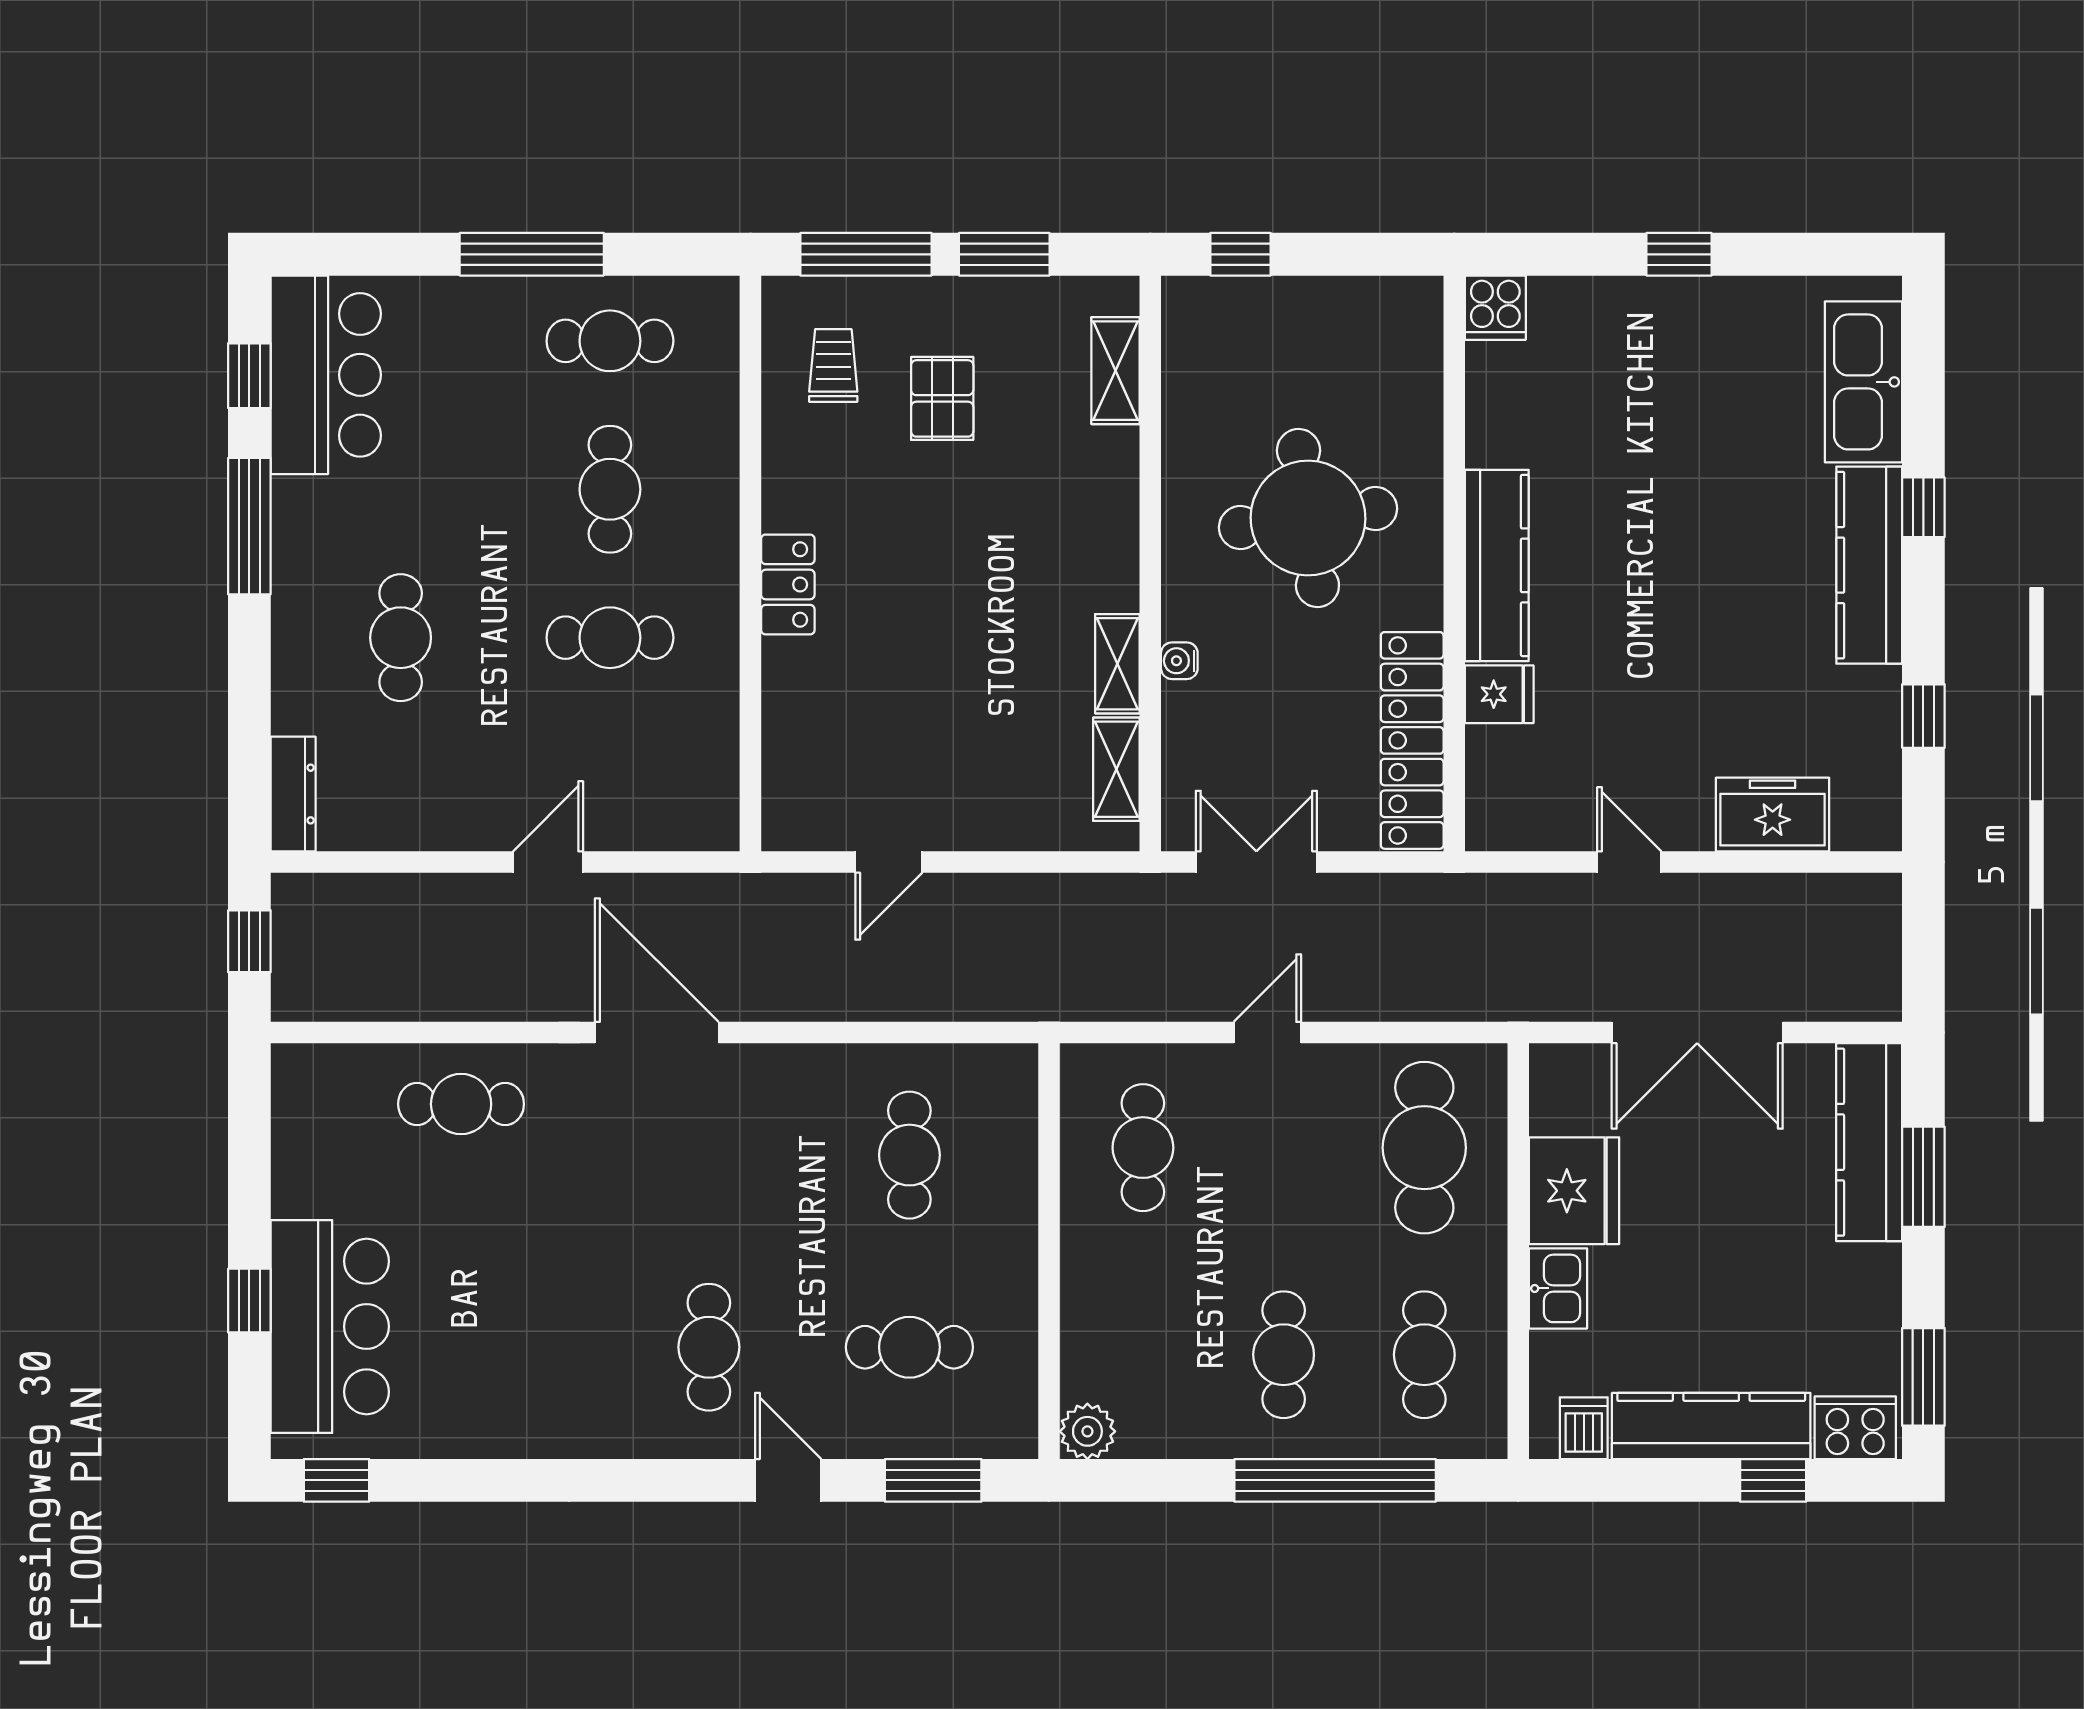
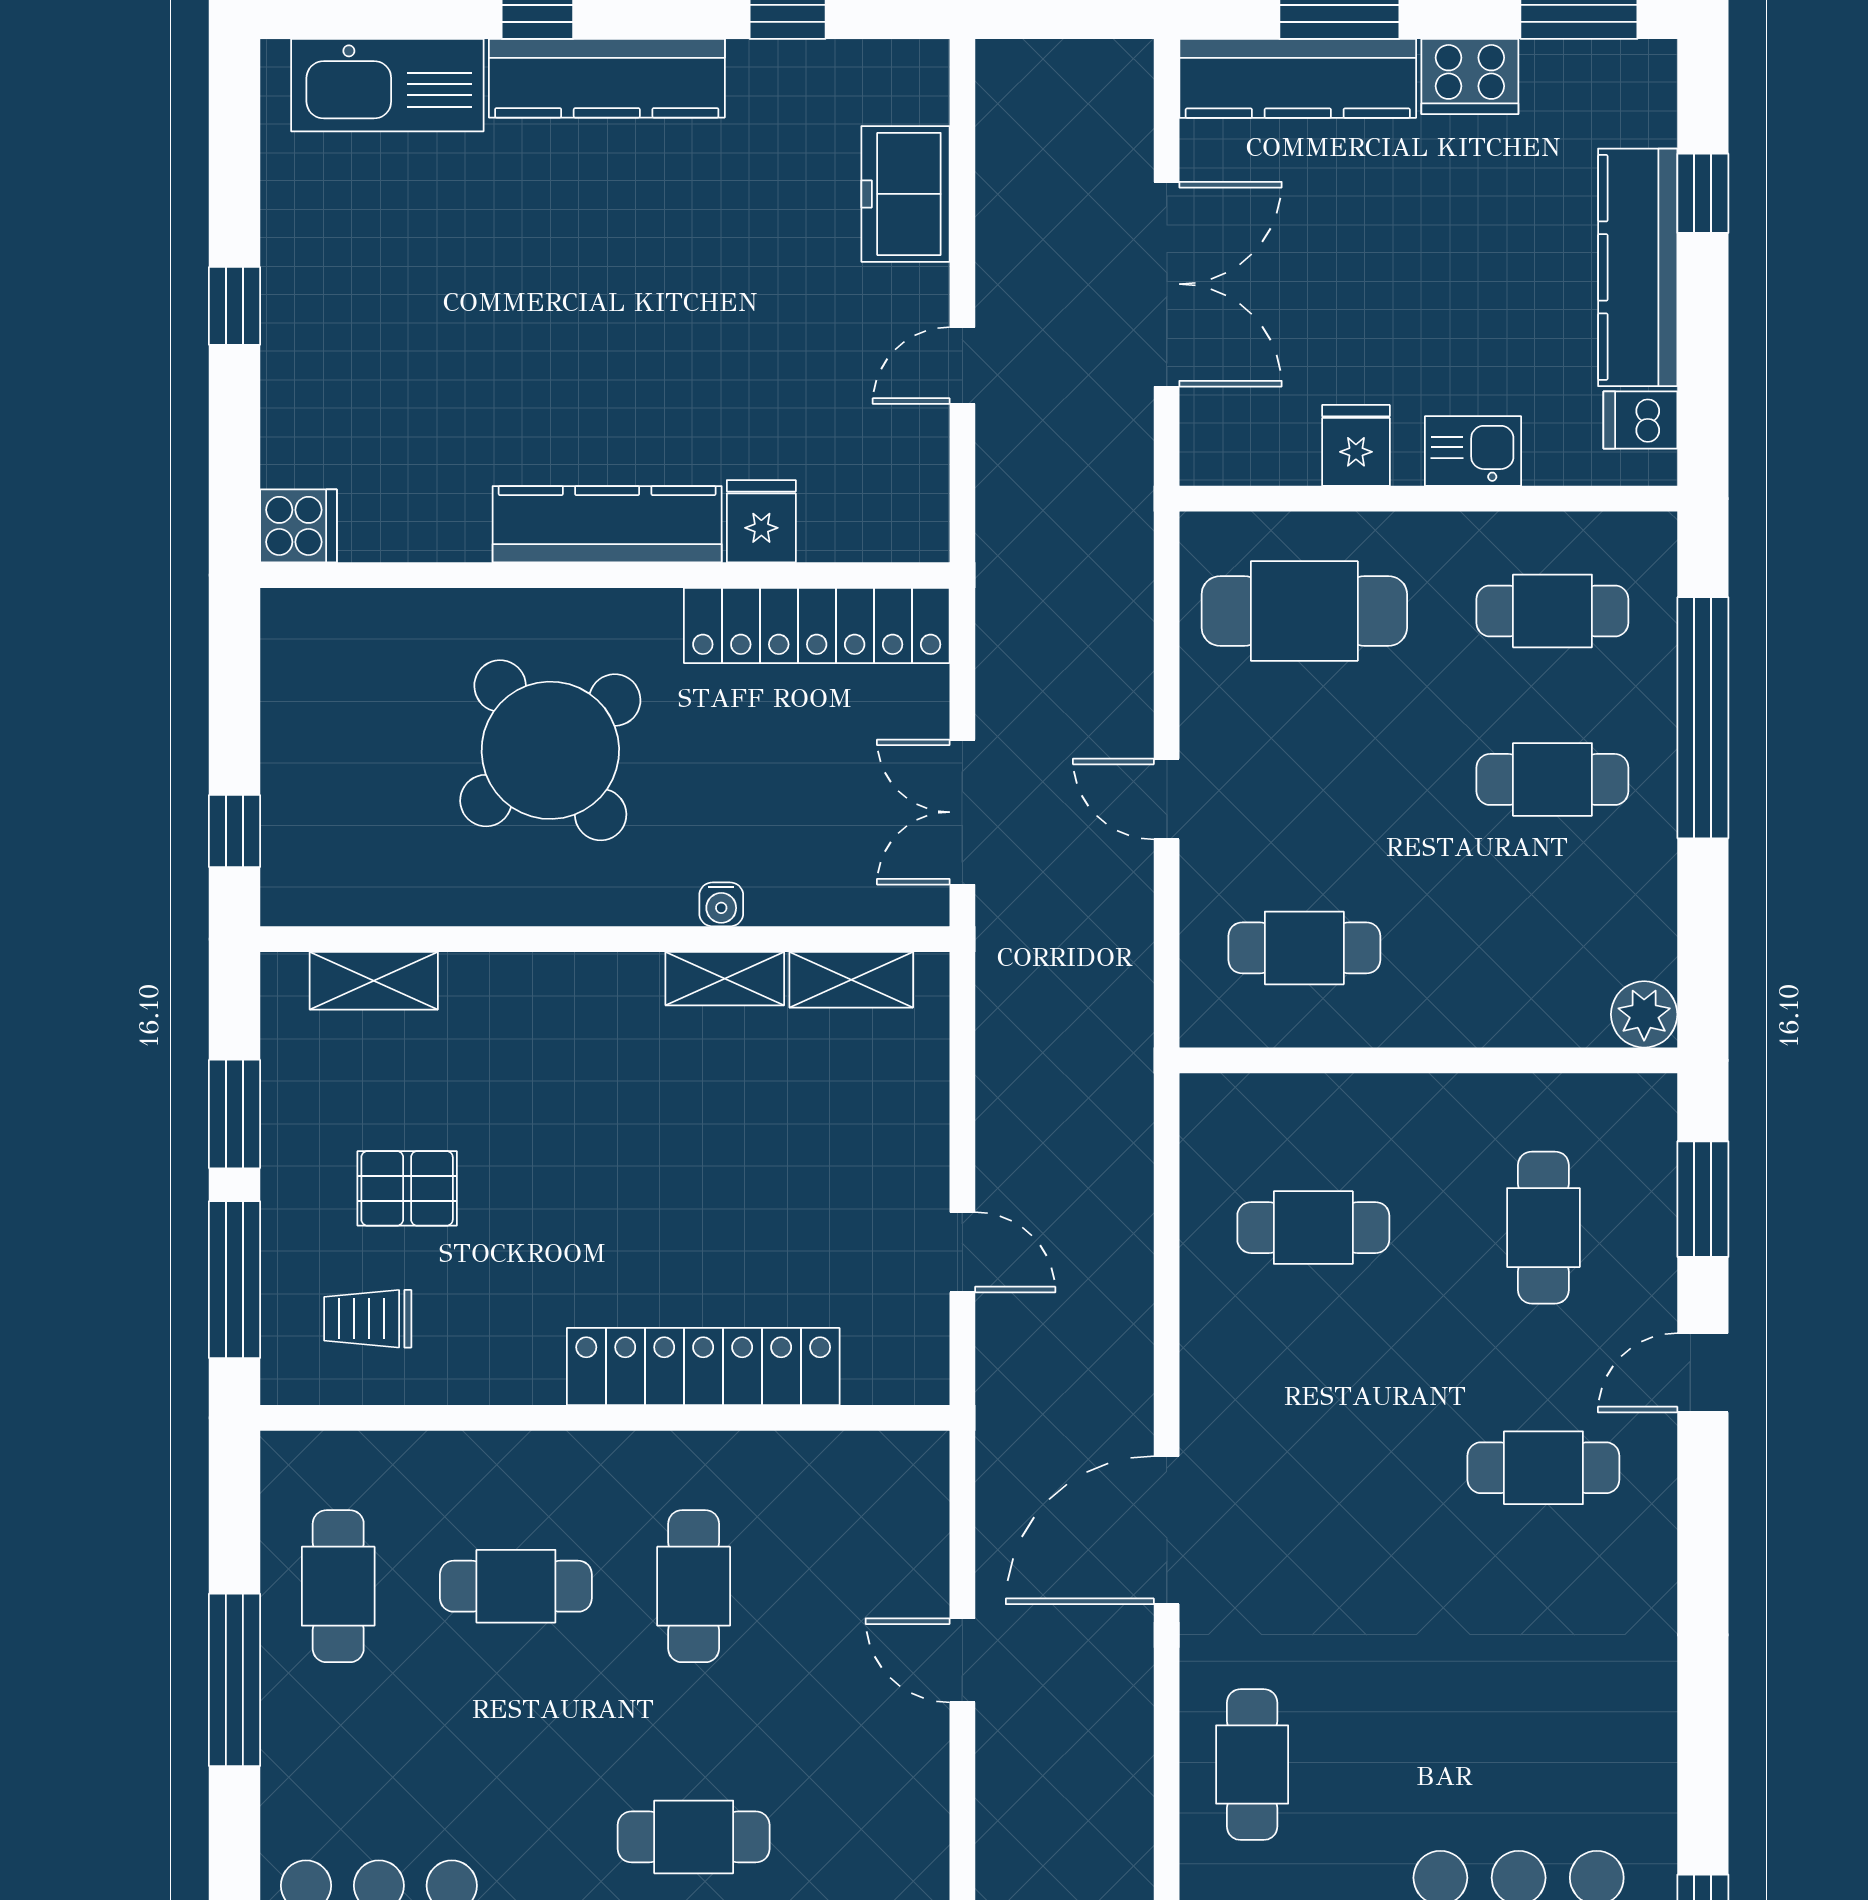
round table: (1308, 518) -> (550, 750), turned -30
locker: (788, 584) -> (703, 1367), width x2.16, depth x1.21
fridge: (1574, 1191) -> (1356, 445), width x0.53, depth x0.75
cooker: (1855, 1428) -> (1470, 76), moved, turned -90

